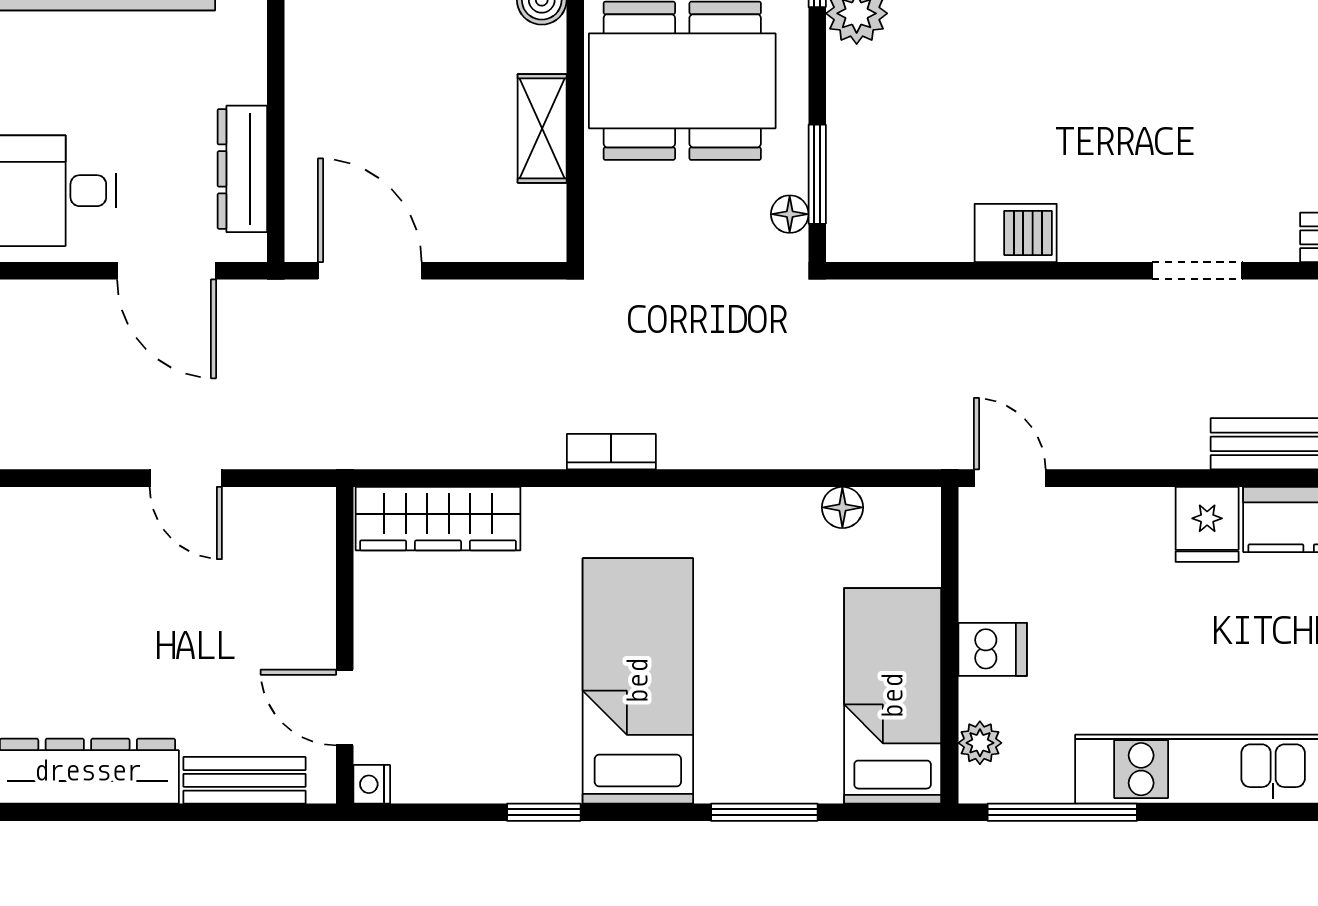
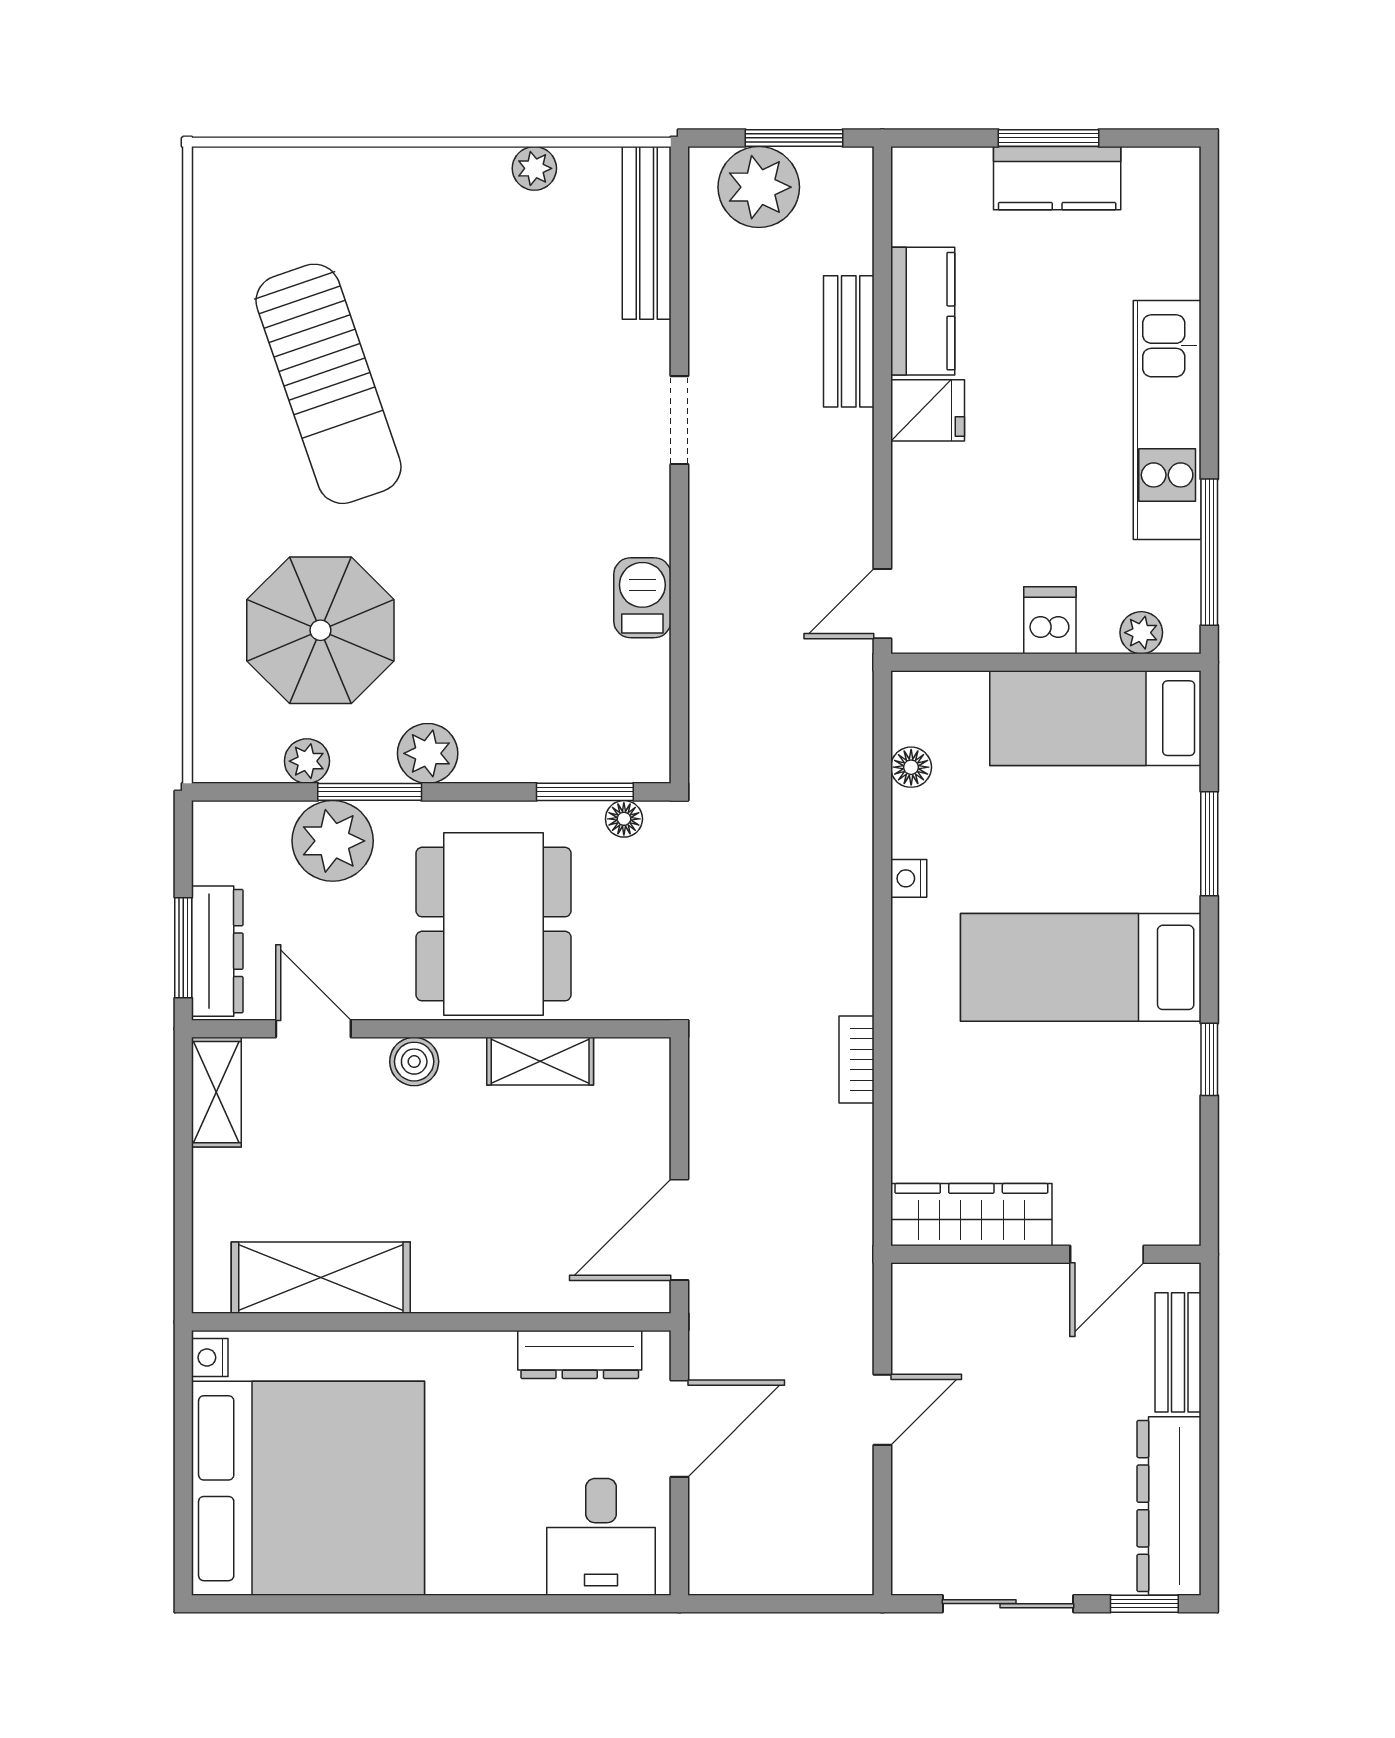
bookcase: (611, 452) -> (856, 1059), moved
wardrobe: (438, 519) -> (971, 1215), moved, turned -90
nightstand: (372, 784) -> (909, 878), moved, turned 90

